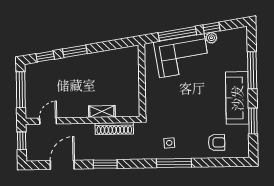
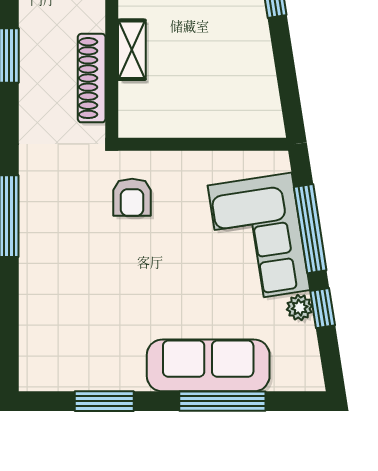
sofa: (237, 98) -> (208, 365), moved
armchair: (217, 142) -> (132, 197), moved
side table: (169, 143) -> (56, 206), removed

